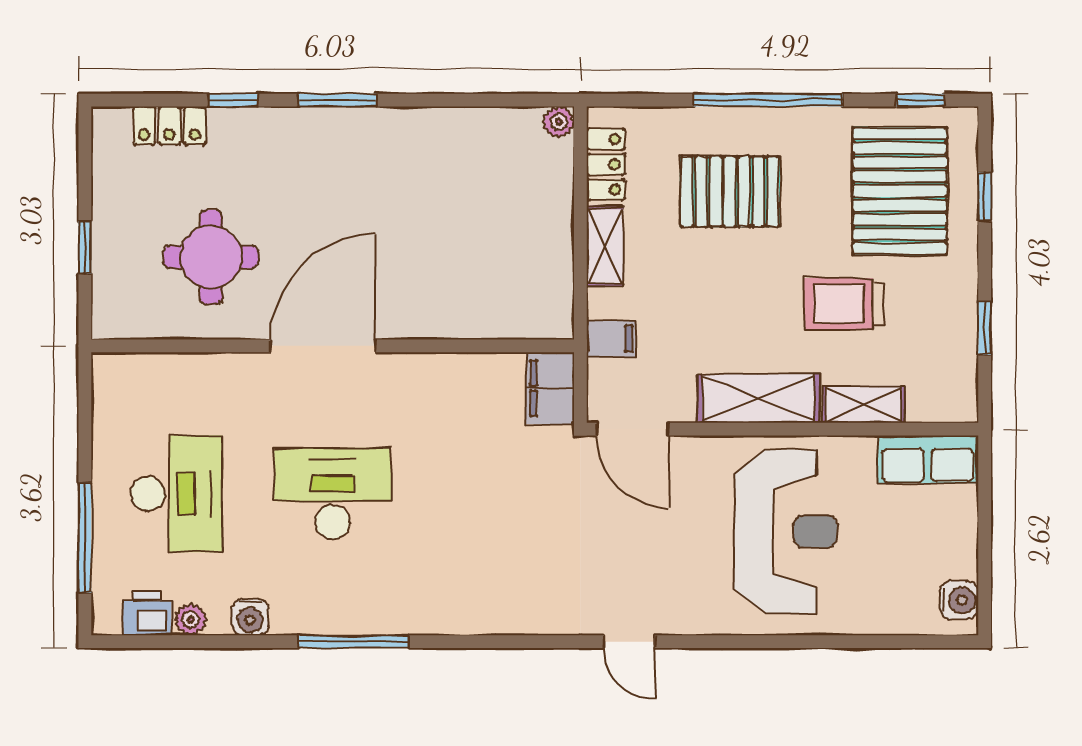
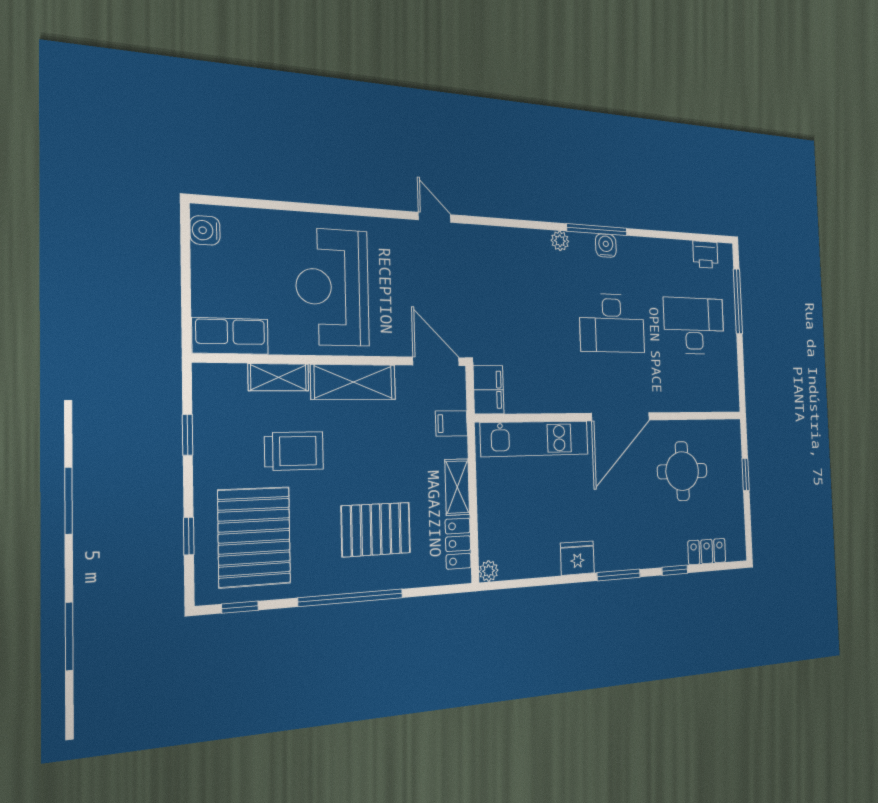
fridge: (410, 131) -> (577, 558), added
kitchen unit: (476, 314) -> (535, 439), added
desk: (176, 494) -> (694, 326), turned 90
water cooler: (250, 617) -> (606, 246), moved
plant: (191, 620) -> (560, 241), moved

